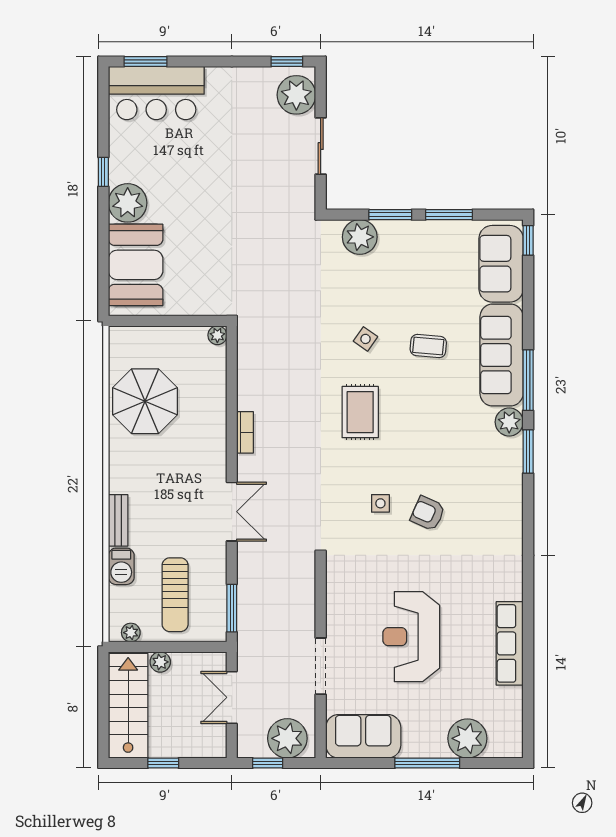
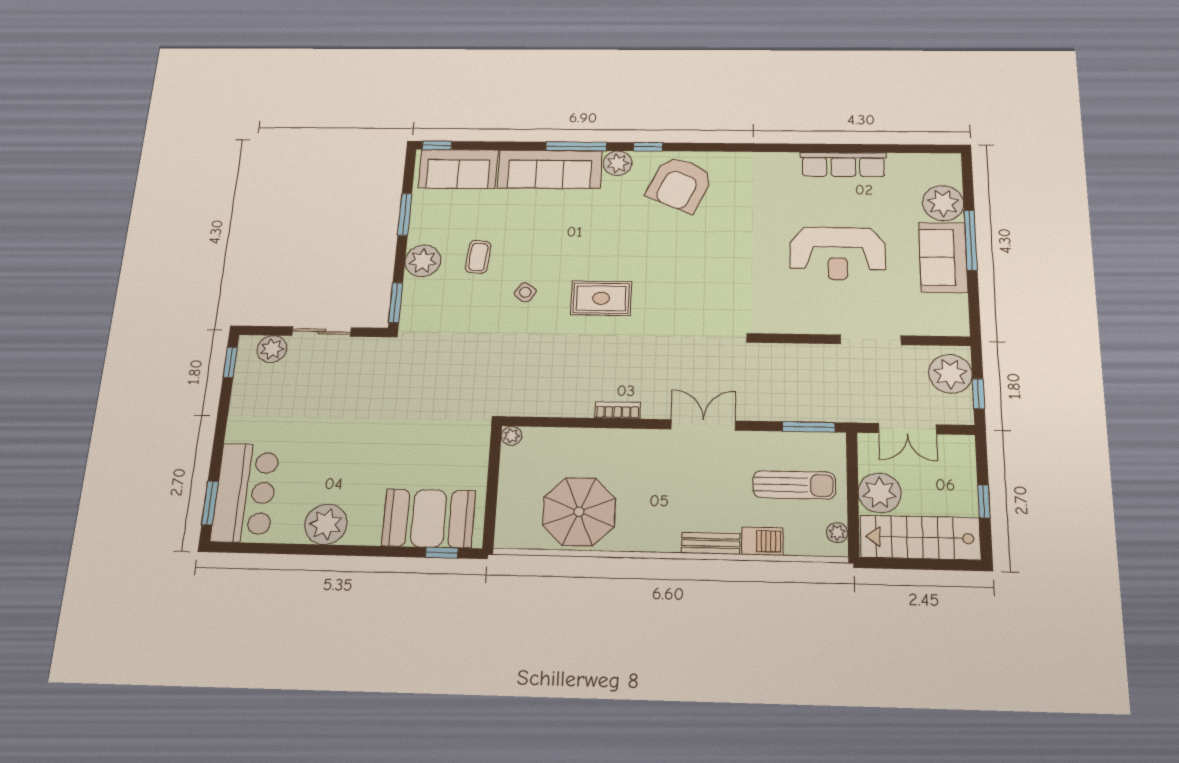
plant: (296, 95) -> (272, 349), width x0.73, depth x0.73
window: (103, 172) -> (442, 553), moved
plant: (128, 203) -> (326, 524), moved
window: (390, 215) -> (396, 303), moved
plant: (360, 237) -> (423, 261), moved
coffee table: (428, 346) -> (478, 257), moved
window: (528, 451) -> (648, 147), width x0.67
side table: (380, 503) -> (697, 280), removed
armchair: (428, 513) -> (680, 184), moved, width x1.88, depth x1.88
plant: (160, 662) -> (880, 493), width x1.88, depth x1.88
sofa: (363, 736) -> (943, 257), moved

